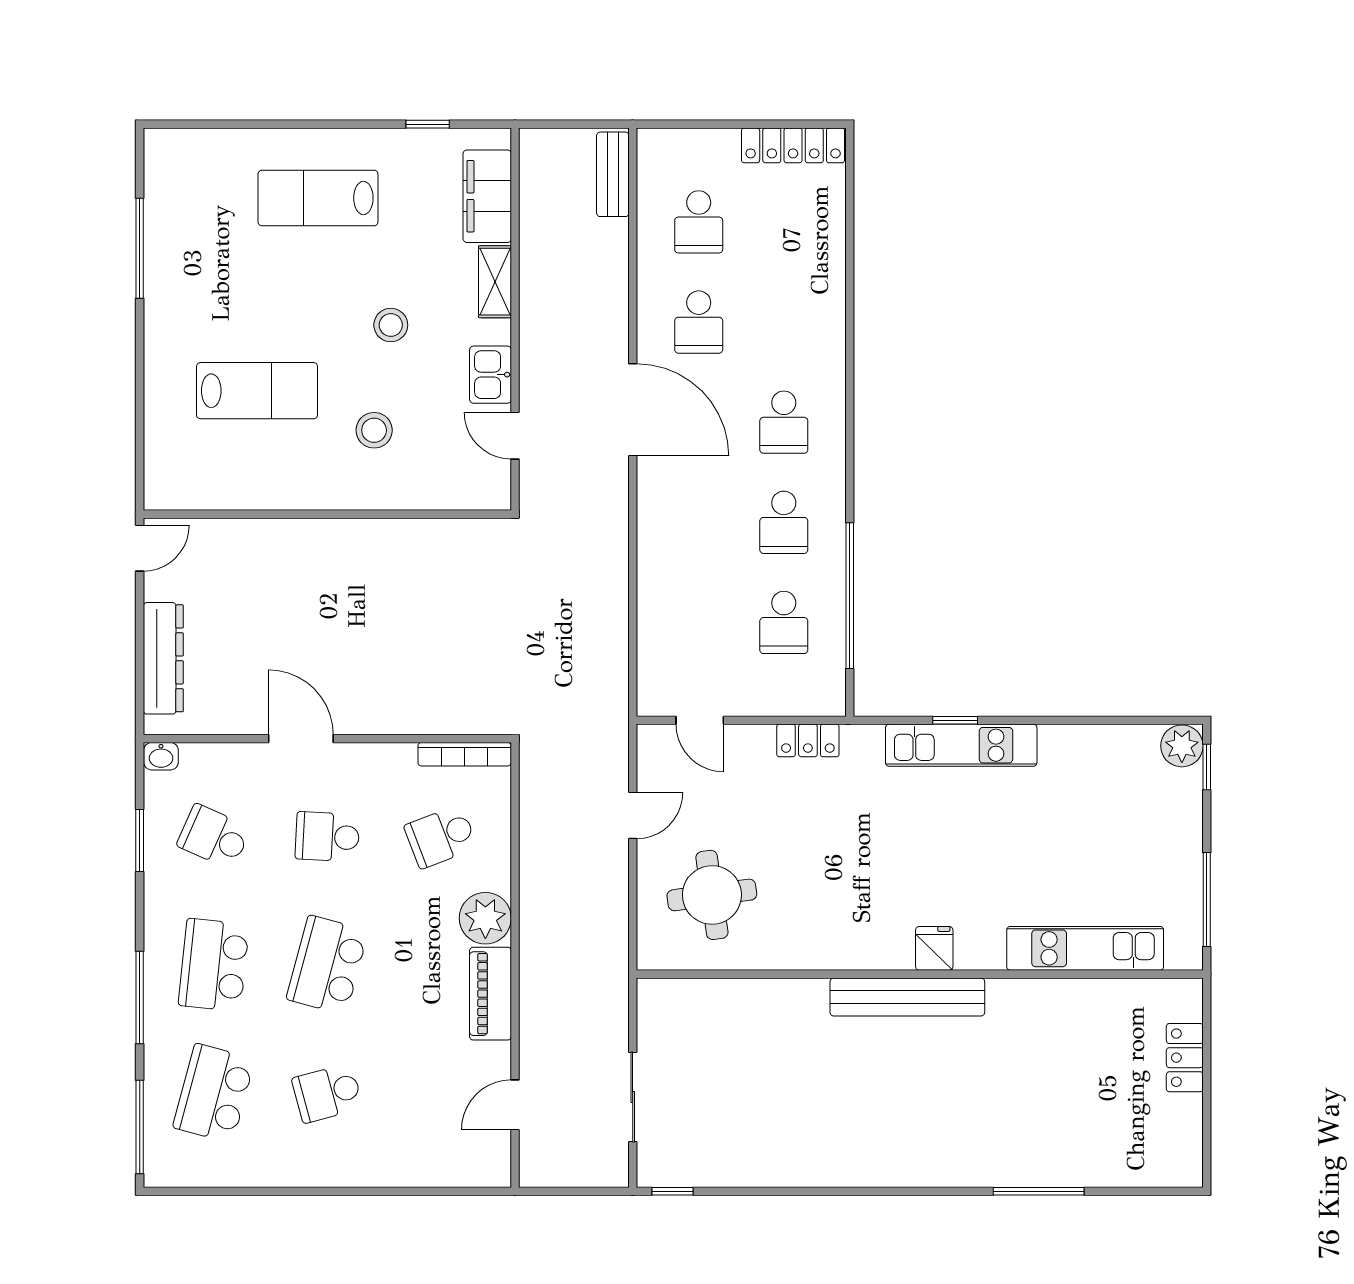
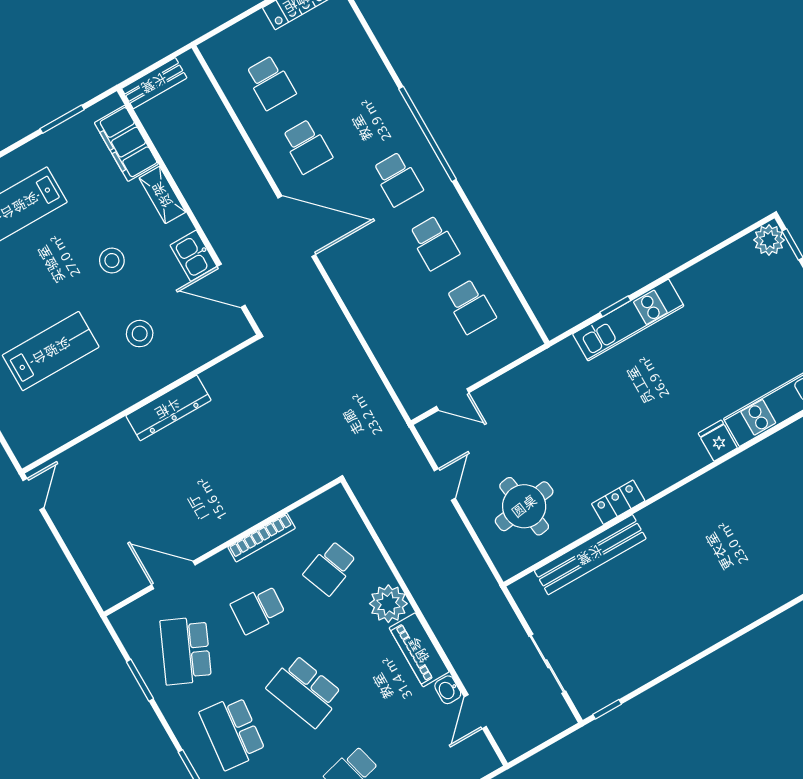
window: (428, 124) -> (62, 119), width x1.50
bench: (613, 174) -> (154, 83), moved, turned 90
door: (515, 436) -> (231, 286), width x1.38
window: (850, 596) -> (428, 134), moved
dresser: (163, 658) -> (168, 408), moved, turned 90
door: (301, 739) -> (173, 575), moved
locker: (808, 740) -> (618, 502), moved, turned 180
bookcase: (465, 754) -> (262, 538), moved
washbasin: (161, 756) -> (448, 690), moved, turned 90
school desk: (214, 837) -> (186, 651), width x1.85
fridge: (934, 948) -> (718, 441), moved
school desk: (327, 965) -> (305, 691), turned -36
bench: (907, 997) -> (590, 555), moved

